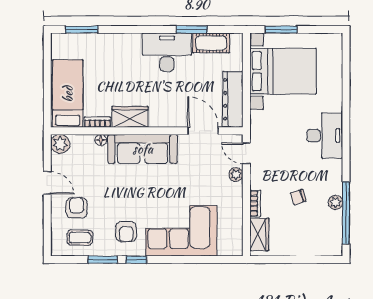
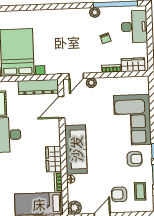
desk: (325, 136) -> (134, 27), moved, turned 90
plant: (335, 202) -> (95, 12), moved

